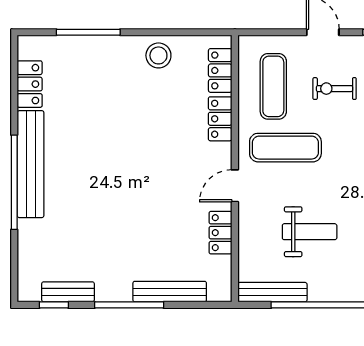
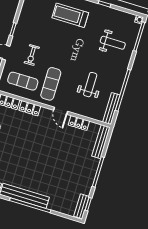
bench: (68, 292) -> (81, 206), moved
bench: (170, 292) -> (101, 142), moved

